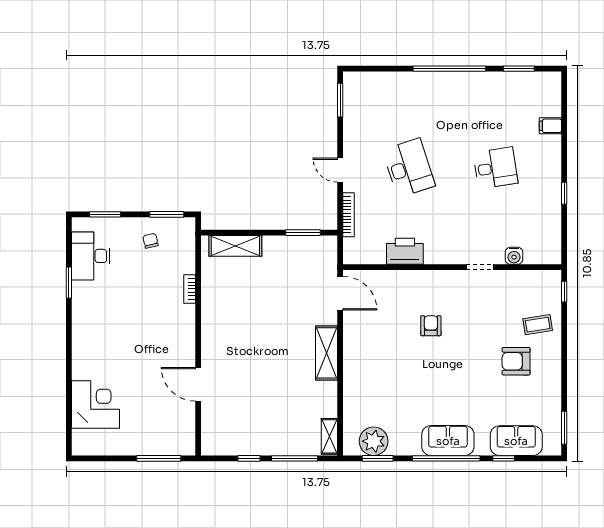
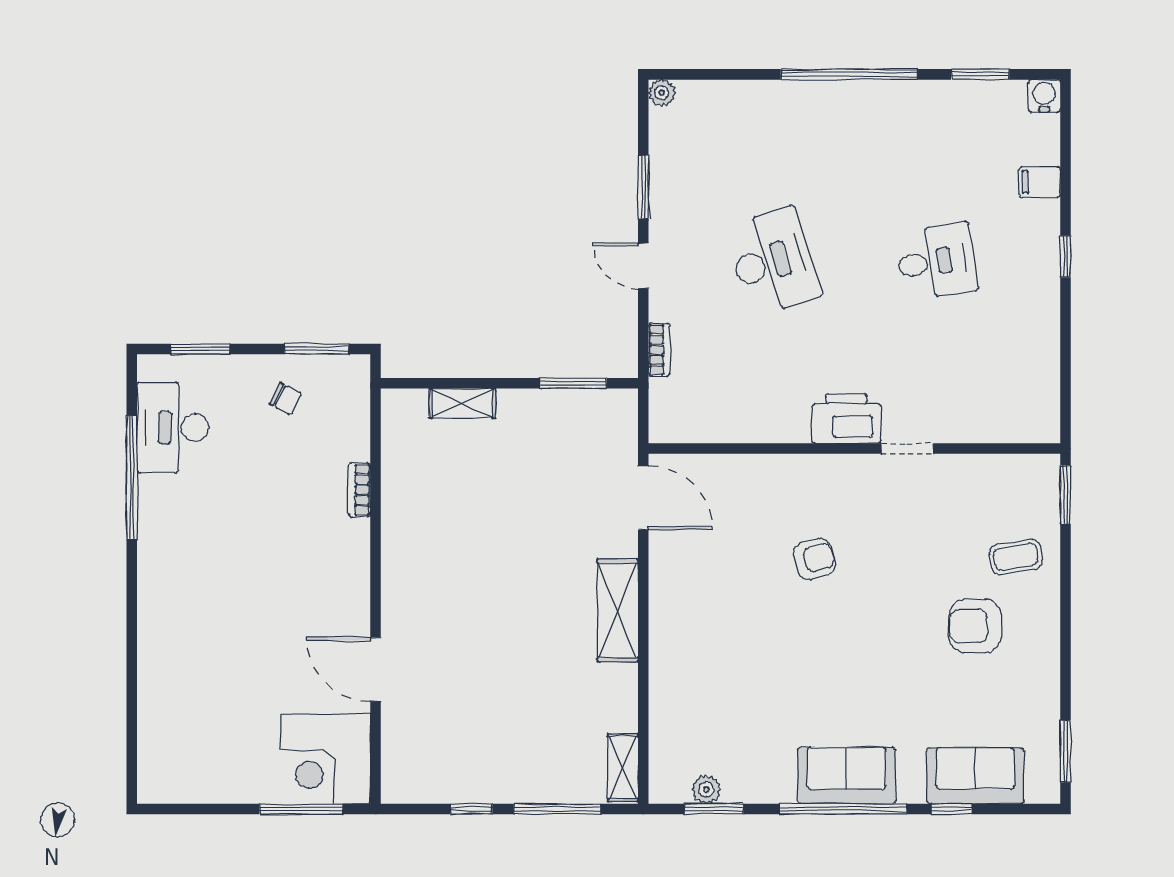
plant: (350, 78) -> (662, 93), added
window: (340, 100) -> (643, 187), moved
window: (564, 193) -> (1066, 256), moved
bookcase: (349, 215) -> (659, 350), width x0.64
chair: (150, 241) -> (286, 399), turned 131
shelving: (235, 246) -> (462, 403), width x0.67, depth x0.75
printer: (405, 251) -> (847, 419), moved
water cooler: (514, 256) -> (1044, 96), moved, turned 180
window: (69, 283) -> (132, 478), width x2.11
window: (564, 292) -> (1066, 495), width x1.50
armchair: (431, 326) -> (814, 559), turned 74
corner desk: (95, 404) -> (325, 759), moved, turned 180
plant: (374, 441) -> (706, 789), width x0.53, depth x0.53

